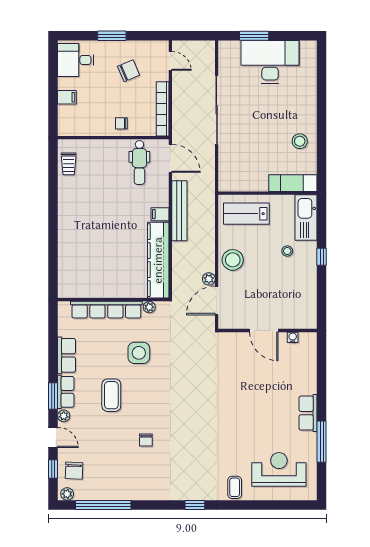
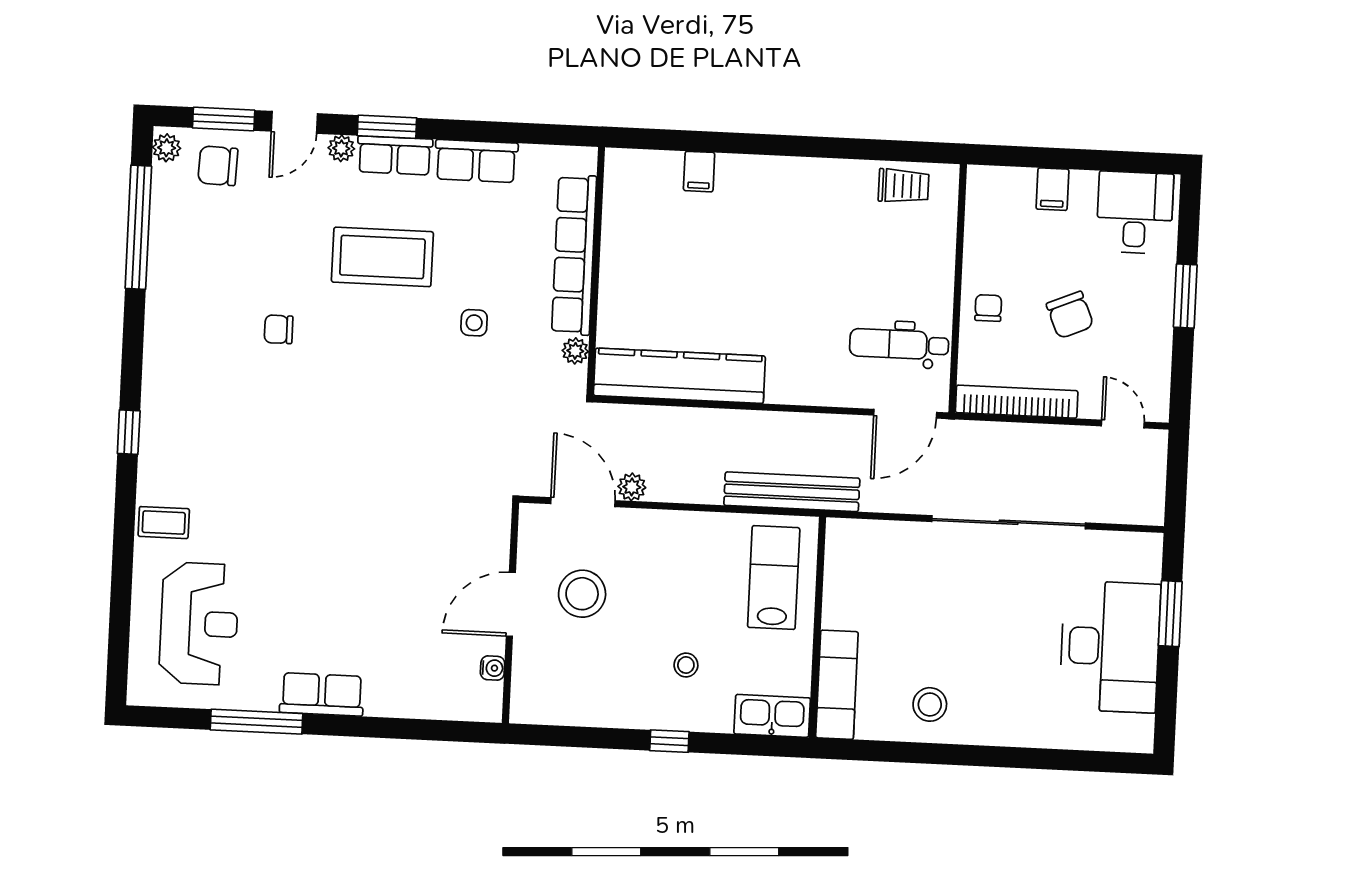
door: (170, 61) -> (1123, 424), swing flipped
chair: (129, 71) -> (1070, 315), moved
trolley: (69, 164) -> (904, 186), turned 180
bench: (179, 211) -> (792, 492), moved
filing cabinet: (160, 214) -> (699, 172), moved, turned 180
kitchen sink: (306, 218) -> (772, 716), width x0.73, depth x0.81
stool: (233, 260) -> (582, 594), moved
side table: (139, 353) -> (474, 323), width x0.54, depth x0.54
coffee table: (111, 395) -> (382, 257), width x1.36, depth x1.32
window: (53, 469) -> (224, 119), width x1.50

